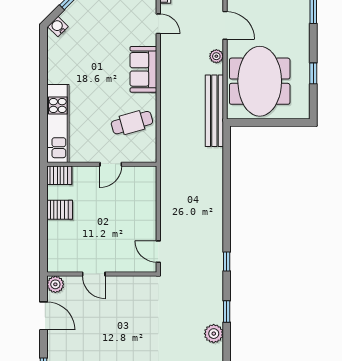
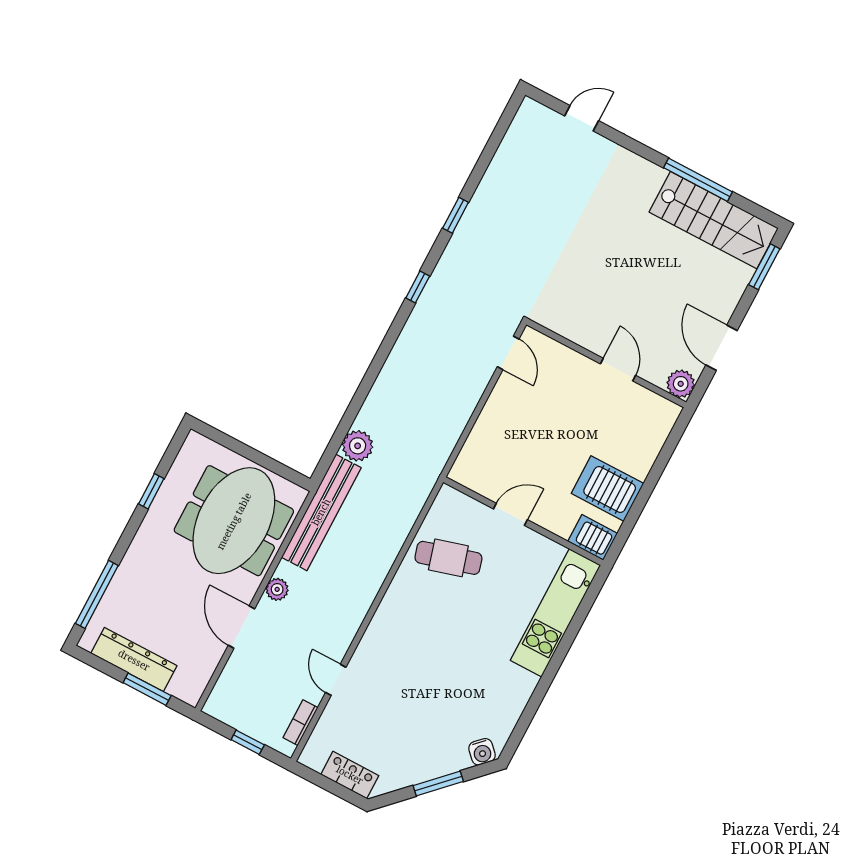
sofa: (143, 69) -> (392, 626), removed
server rack: (60, 210) -> (607, 488), width x1.36, depth x1.44
plant: (214, 334) -> (358, 446), moved

